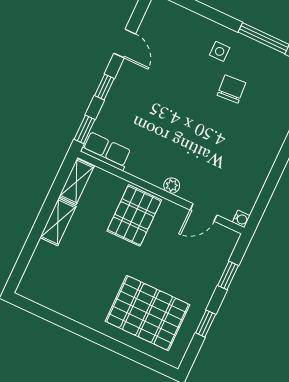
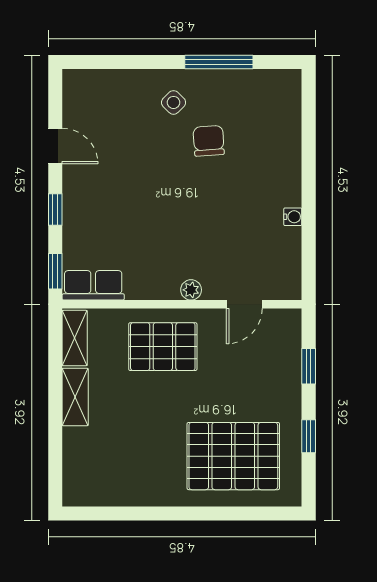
side table: (220, 51) -> (174, 102), turned 45
pallet: (134, 215) -> (163, 347), turned 90
water cooler: (241, 219) -> (293, 217), moved

